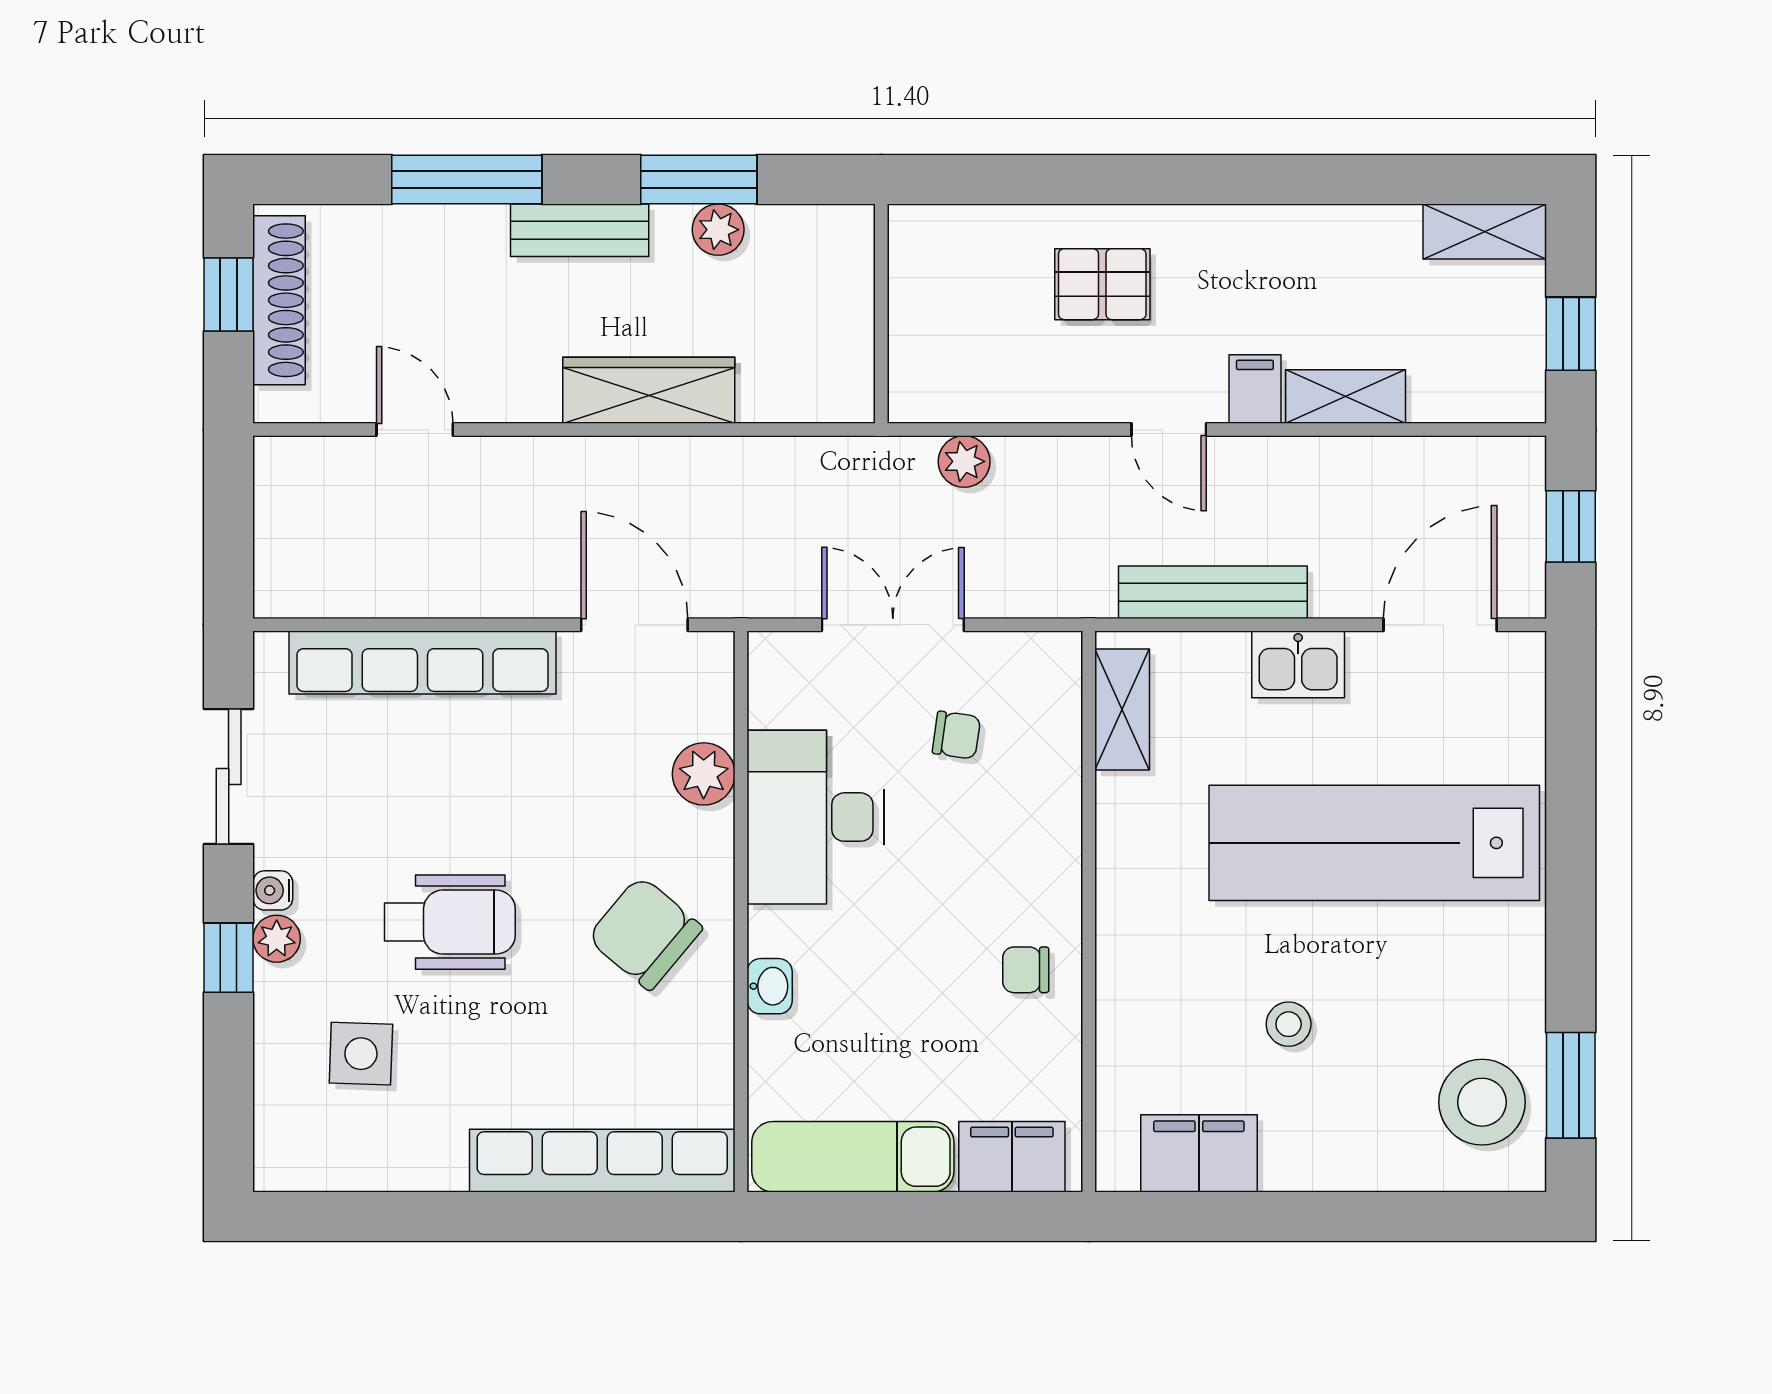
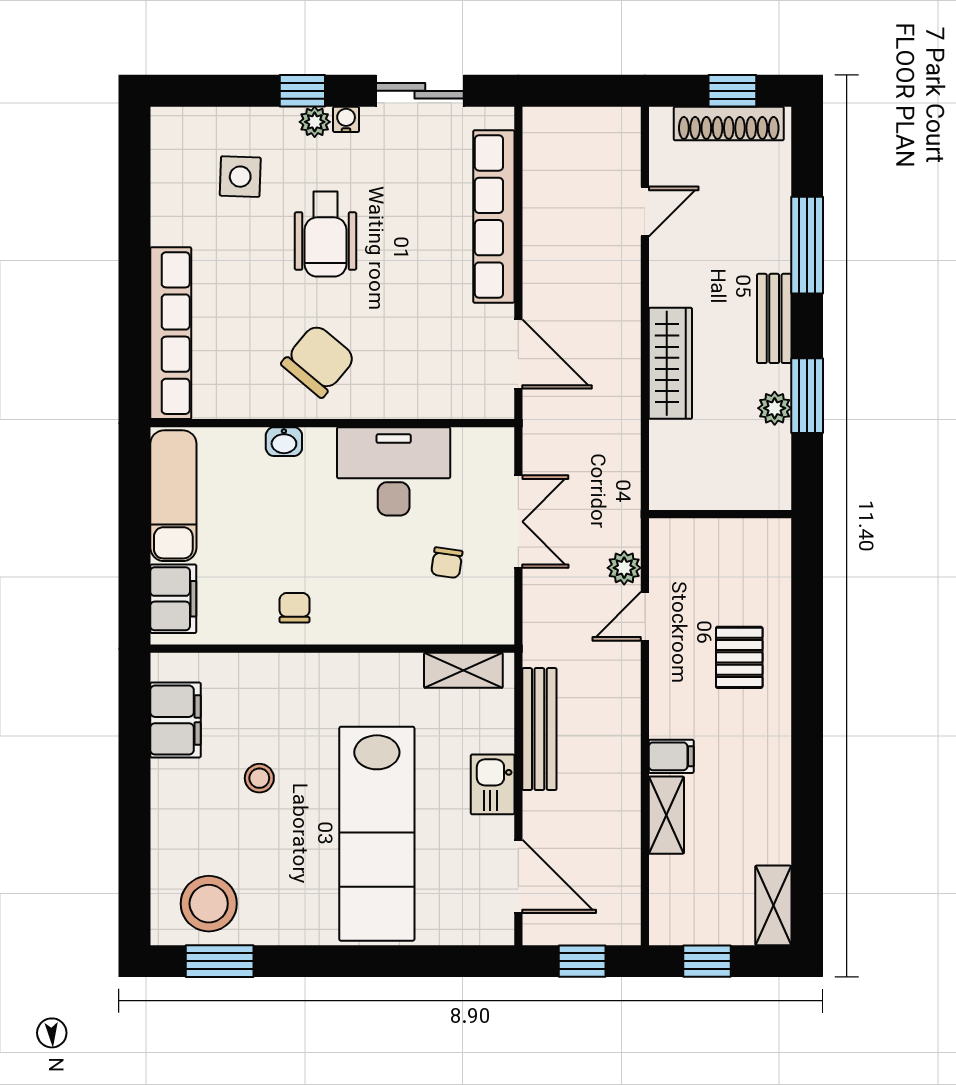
door: (1169, 430) -> (645, 616), moved
door: (634, 625) -> (518, 354), hinge flipped
plant: (704, 774) -> (422, 399), removed
lab bench: (1374, 843) -> (377, 834), turned 180

